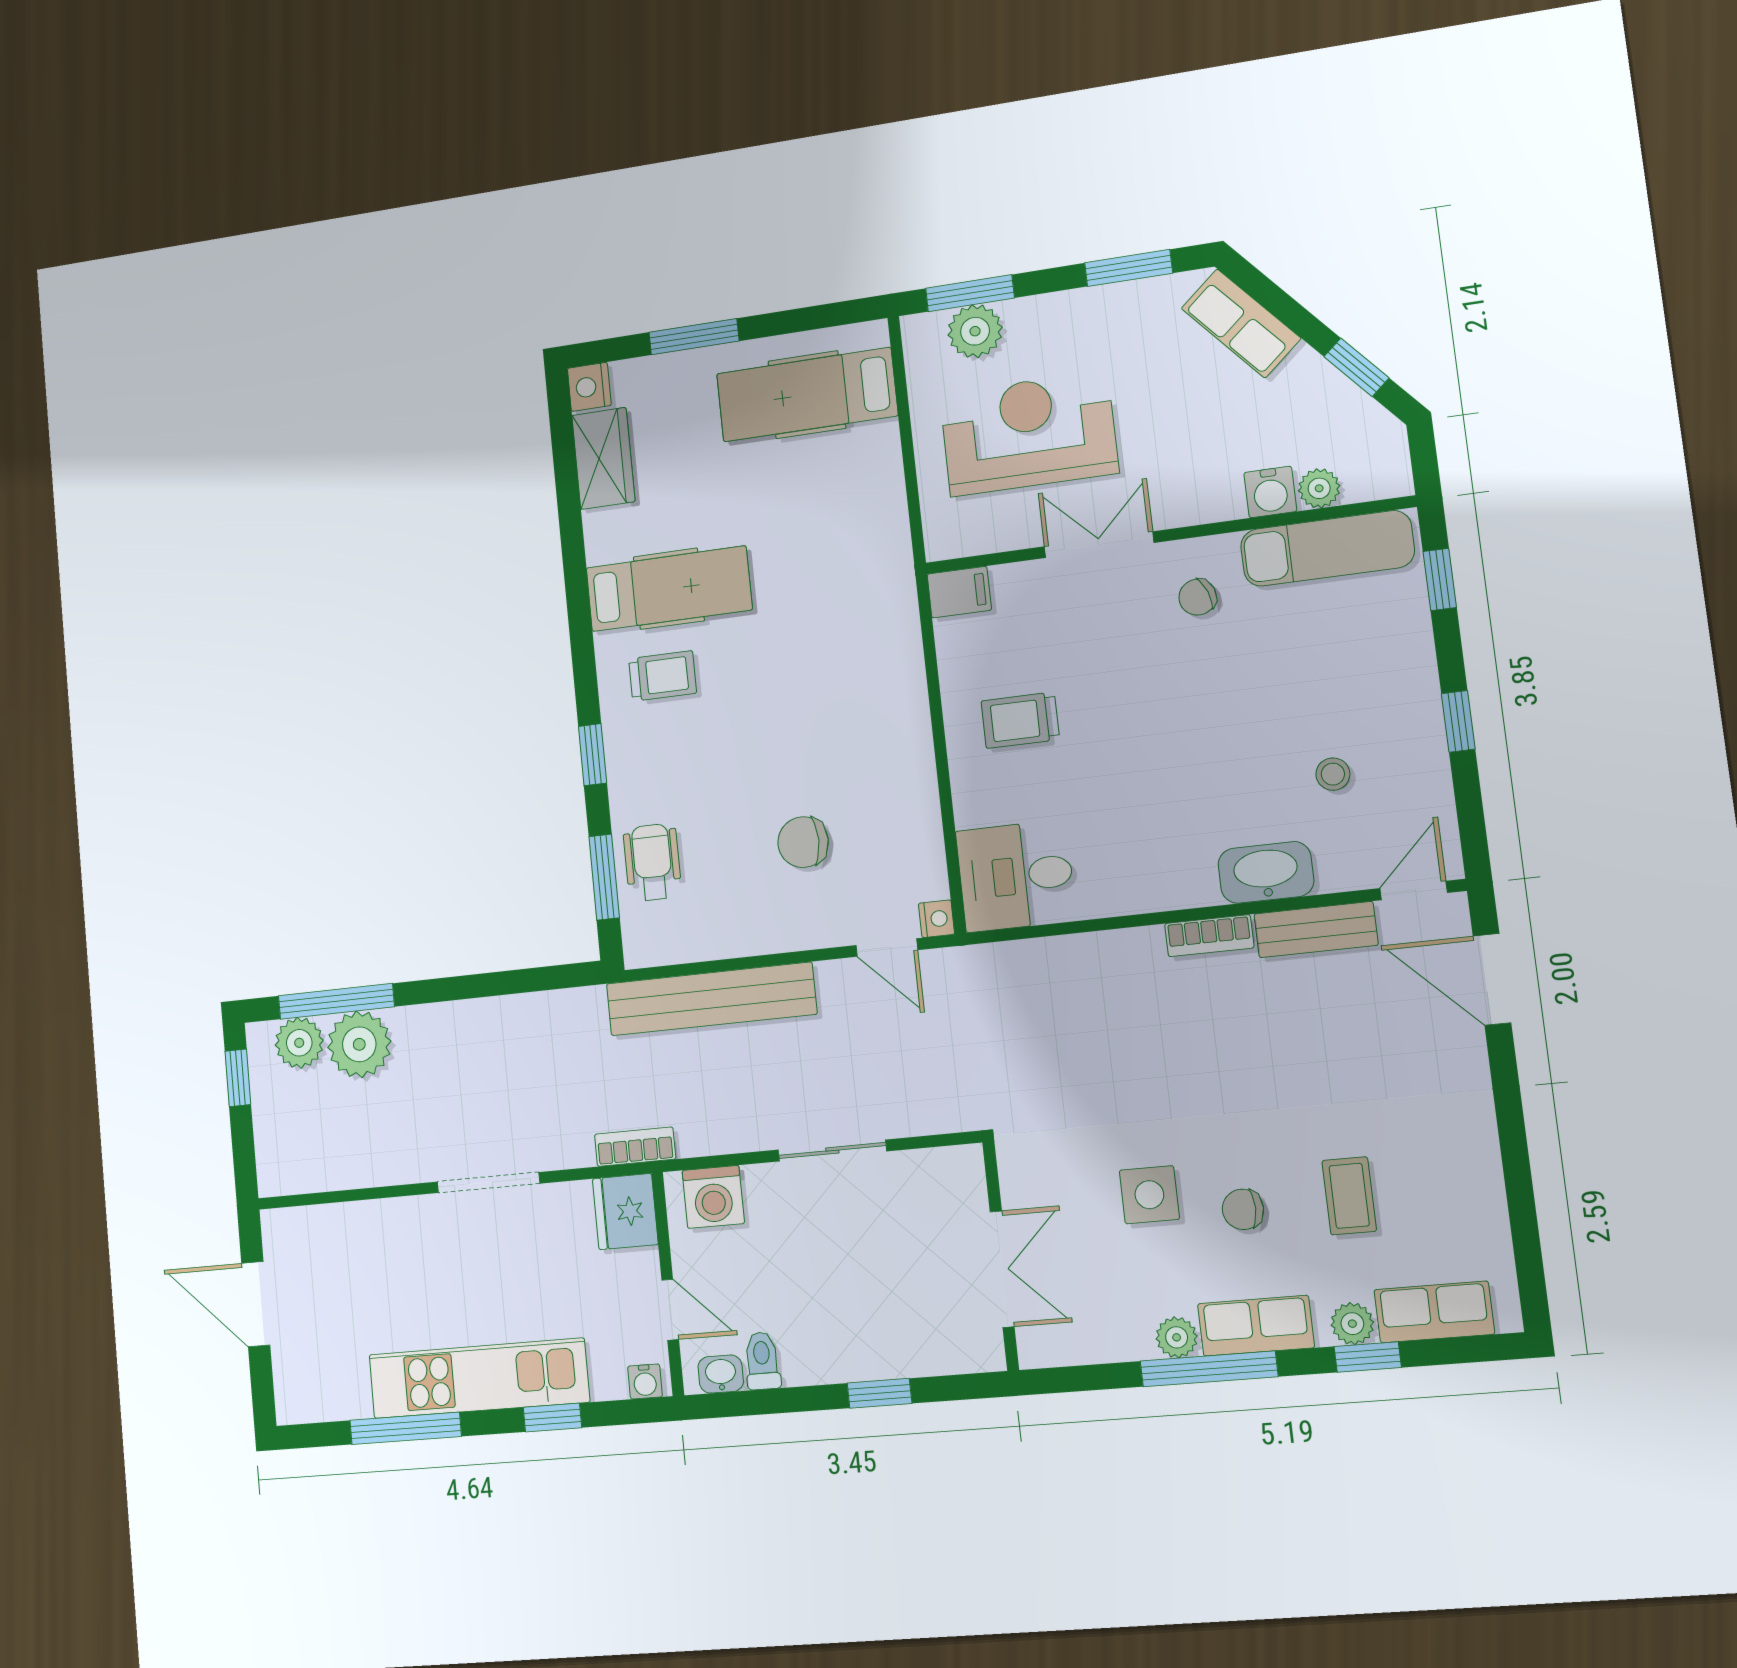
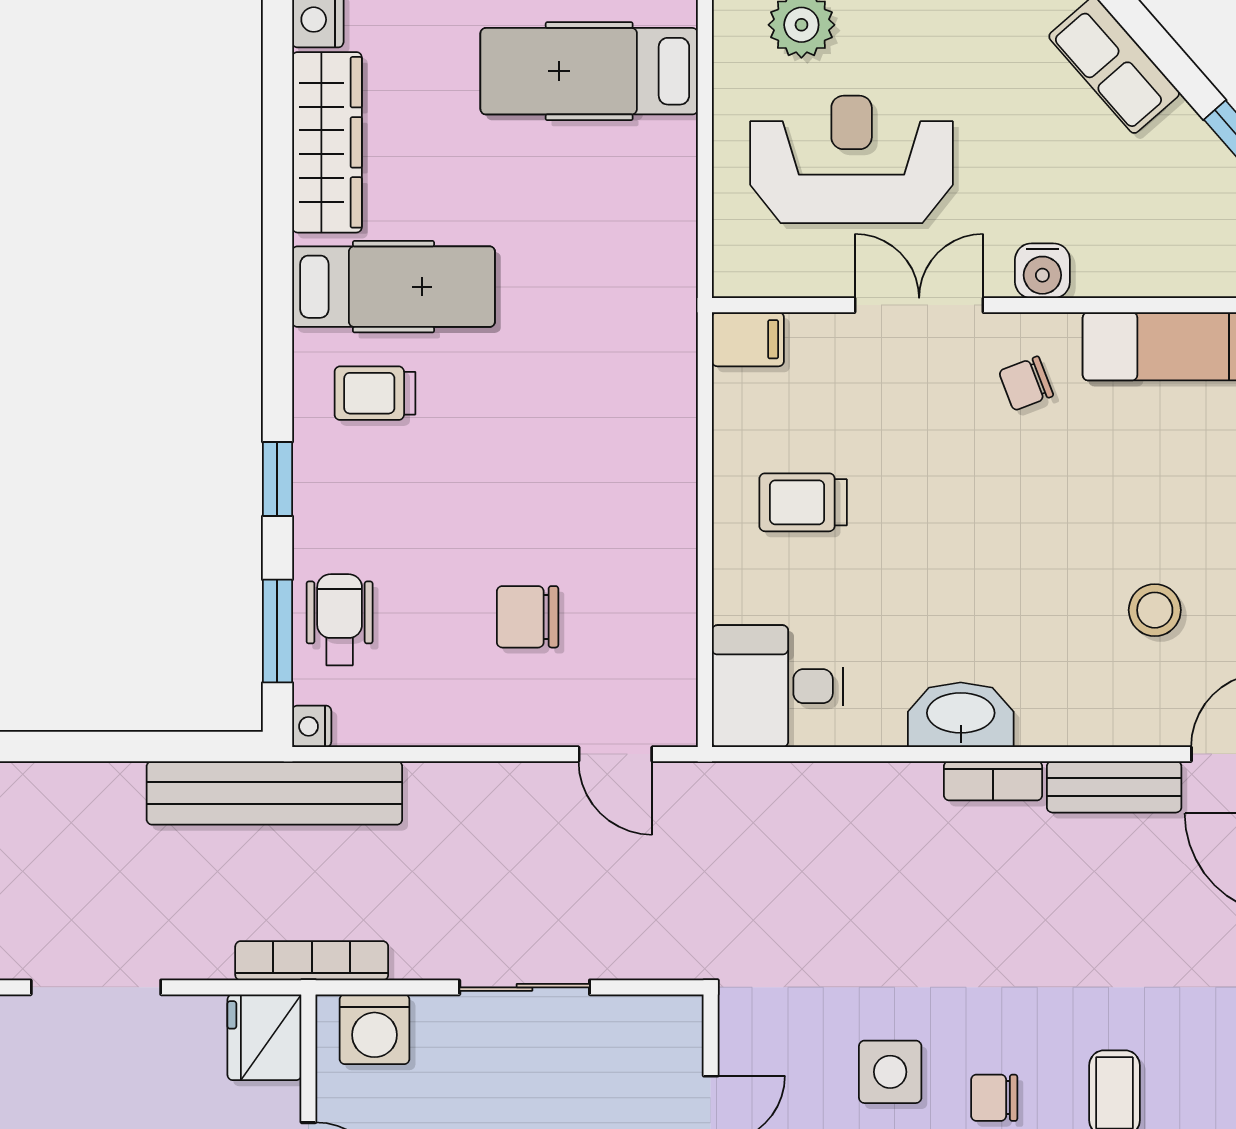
wardrobe: (603, 458) -> (327, 142), width x1.50
plant: (1319, 488) -> (1180, 274), removed
water cooler: (1270, 492) -> (1042, 271), moved
trolley: (663, 676) -> (375, 393), turned 180
stool: (1333, 774) -> (1155, 610), width x1.37, depth x1.37
washbasin: (1266, 872) -> (961, 715), moved
nightstand: (936, 919) -> (312, 726), moved, turned 180
bench: (711, 999) -> (274, 793), moved
bookcase: (635, 1147) -> (312, 961), width x1.56

